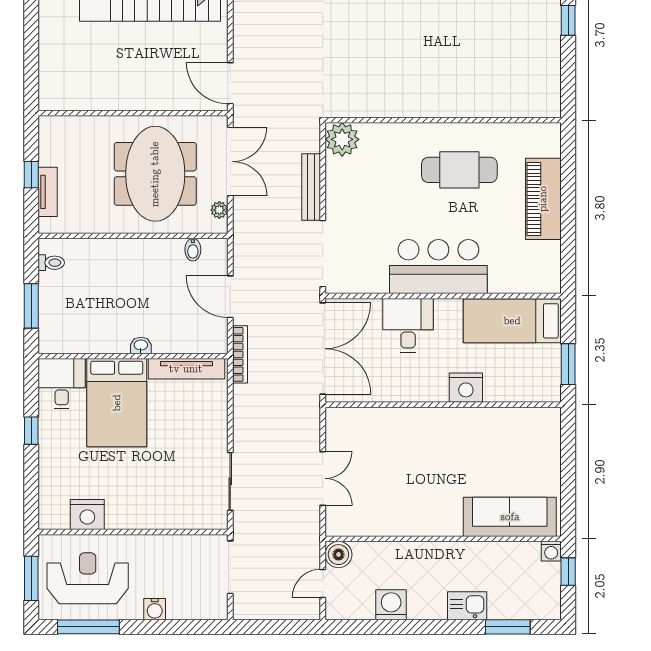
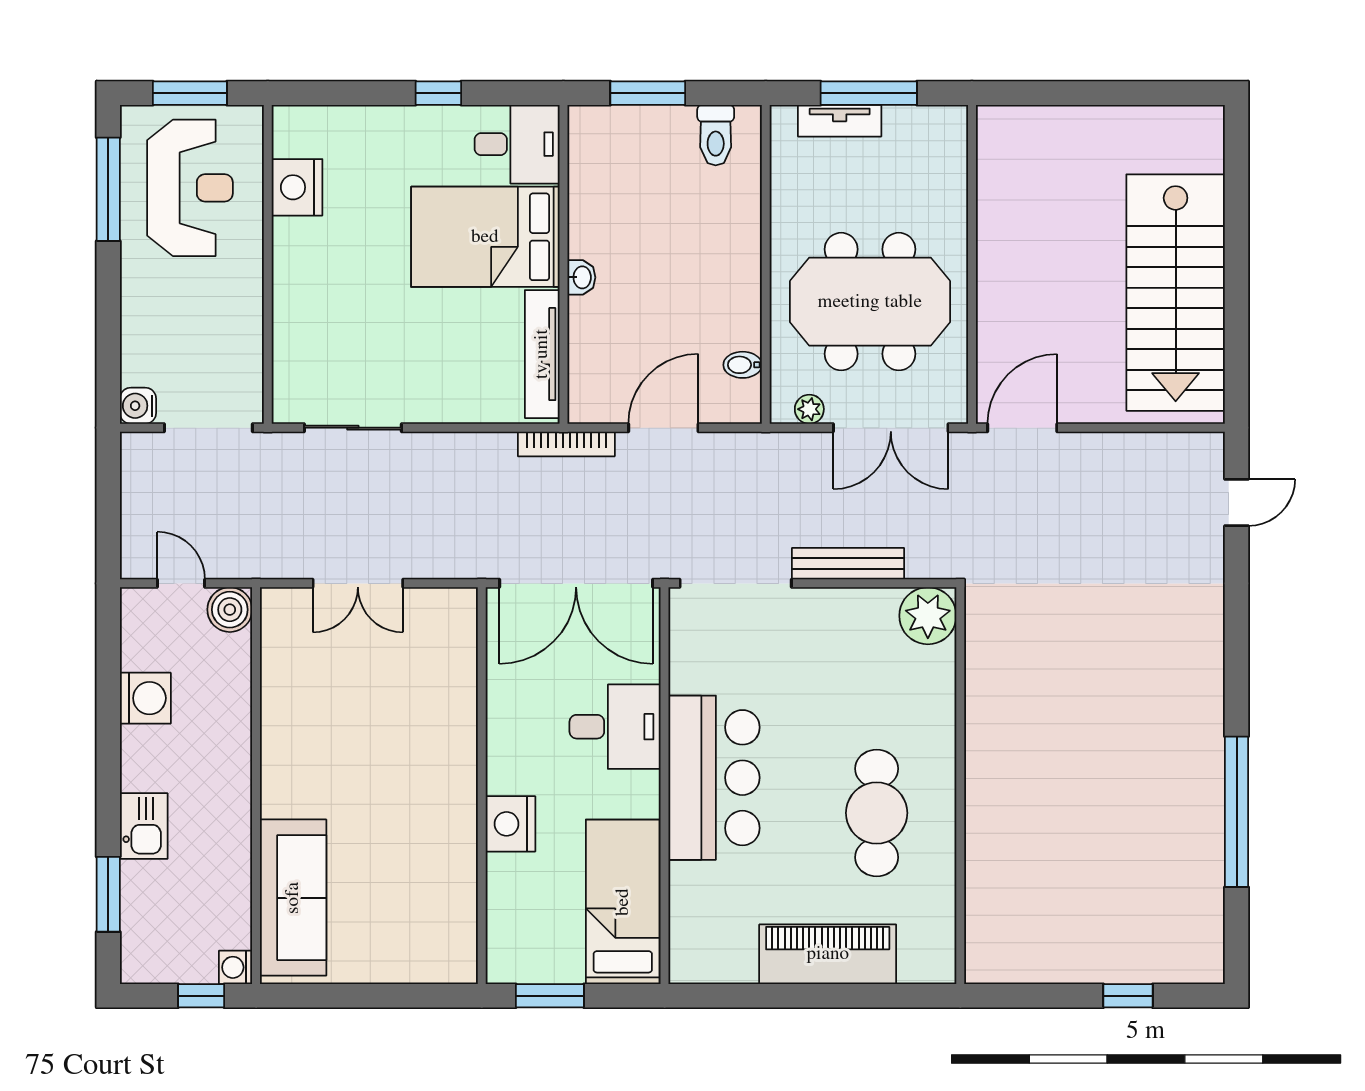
window: (31, 175) -> (869, 93), width x2.17
toilet: (51, 263) -> (716, 135), width x1.37, depth x1.39
water cooler: (155, 609) -> (138, 406), moved

